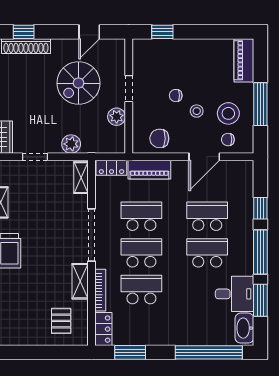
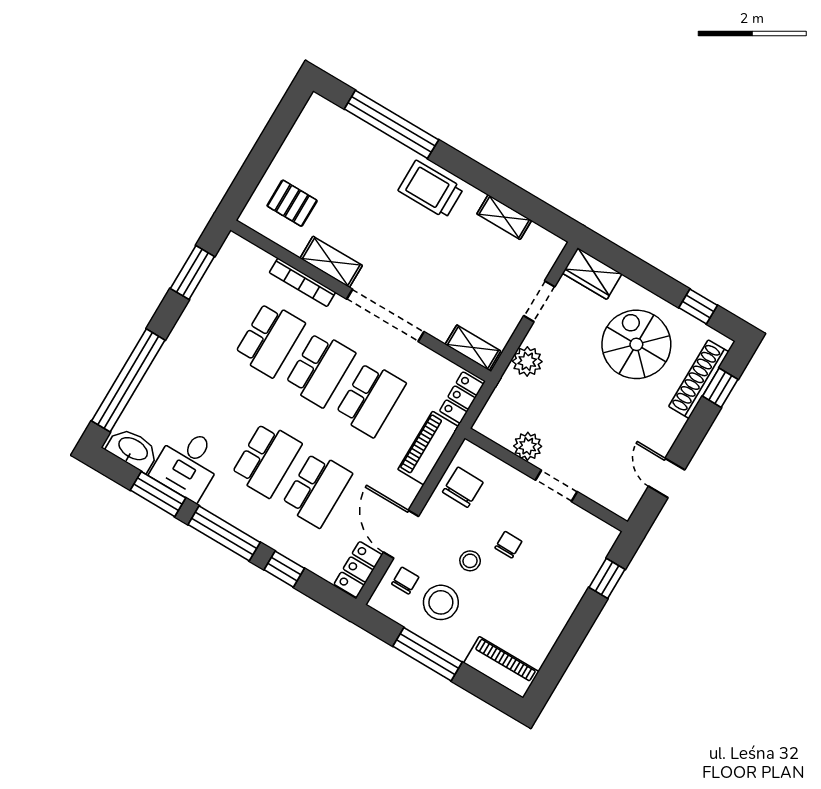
spiral stairs: (78, 83) -> (636, 344), moved
locker: (103, 329) -> (358, 569), moved, turned 90

